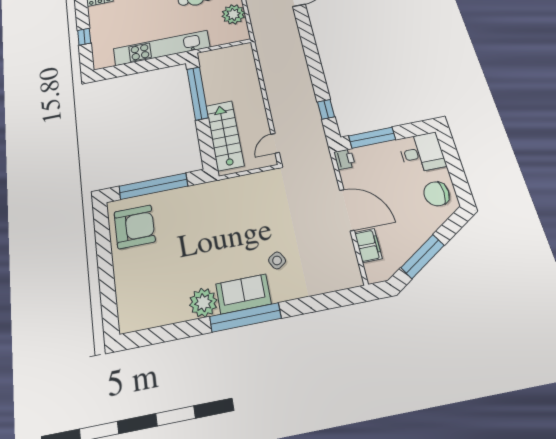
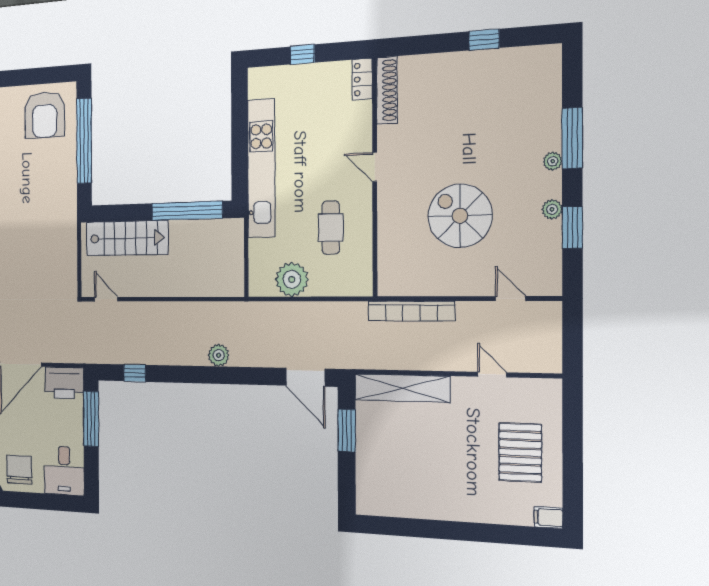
plant: (296, 51) -> (219, 355), added
printer: (345, 159) -> (64, 383), width x1.87, depth x1.48

